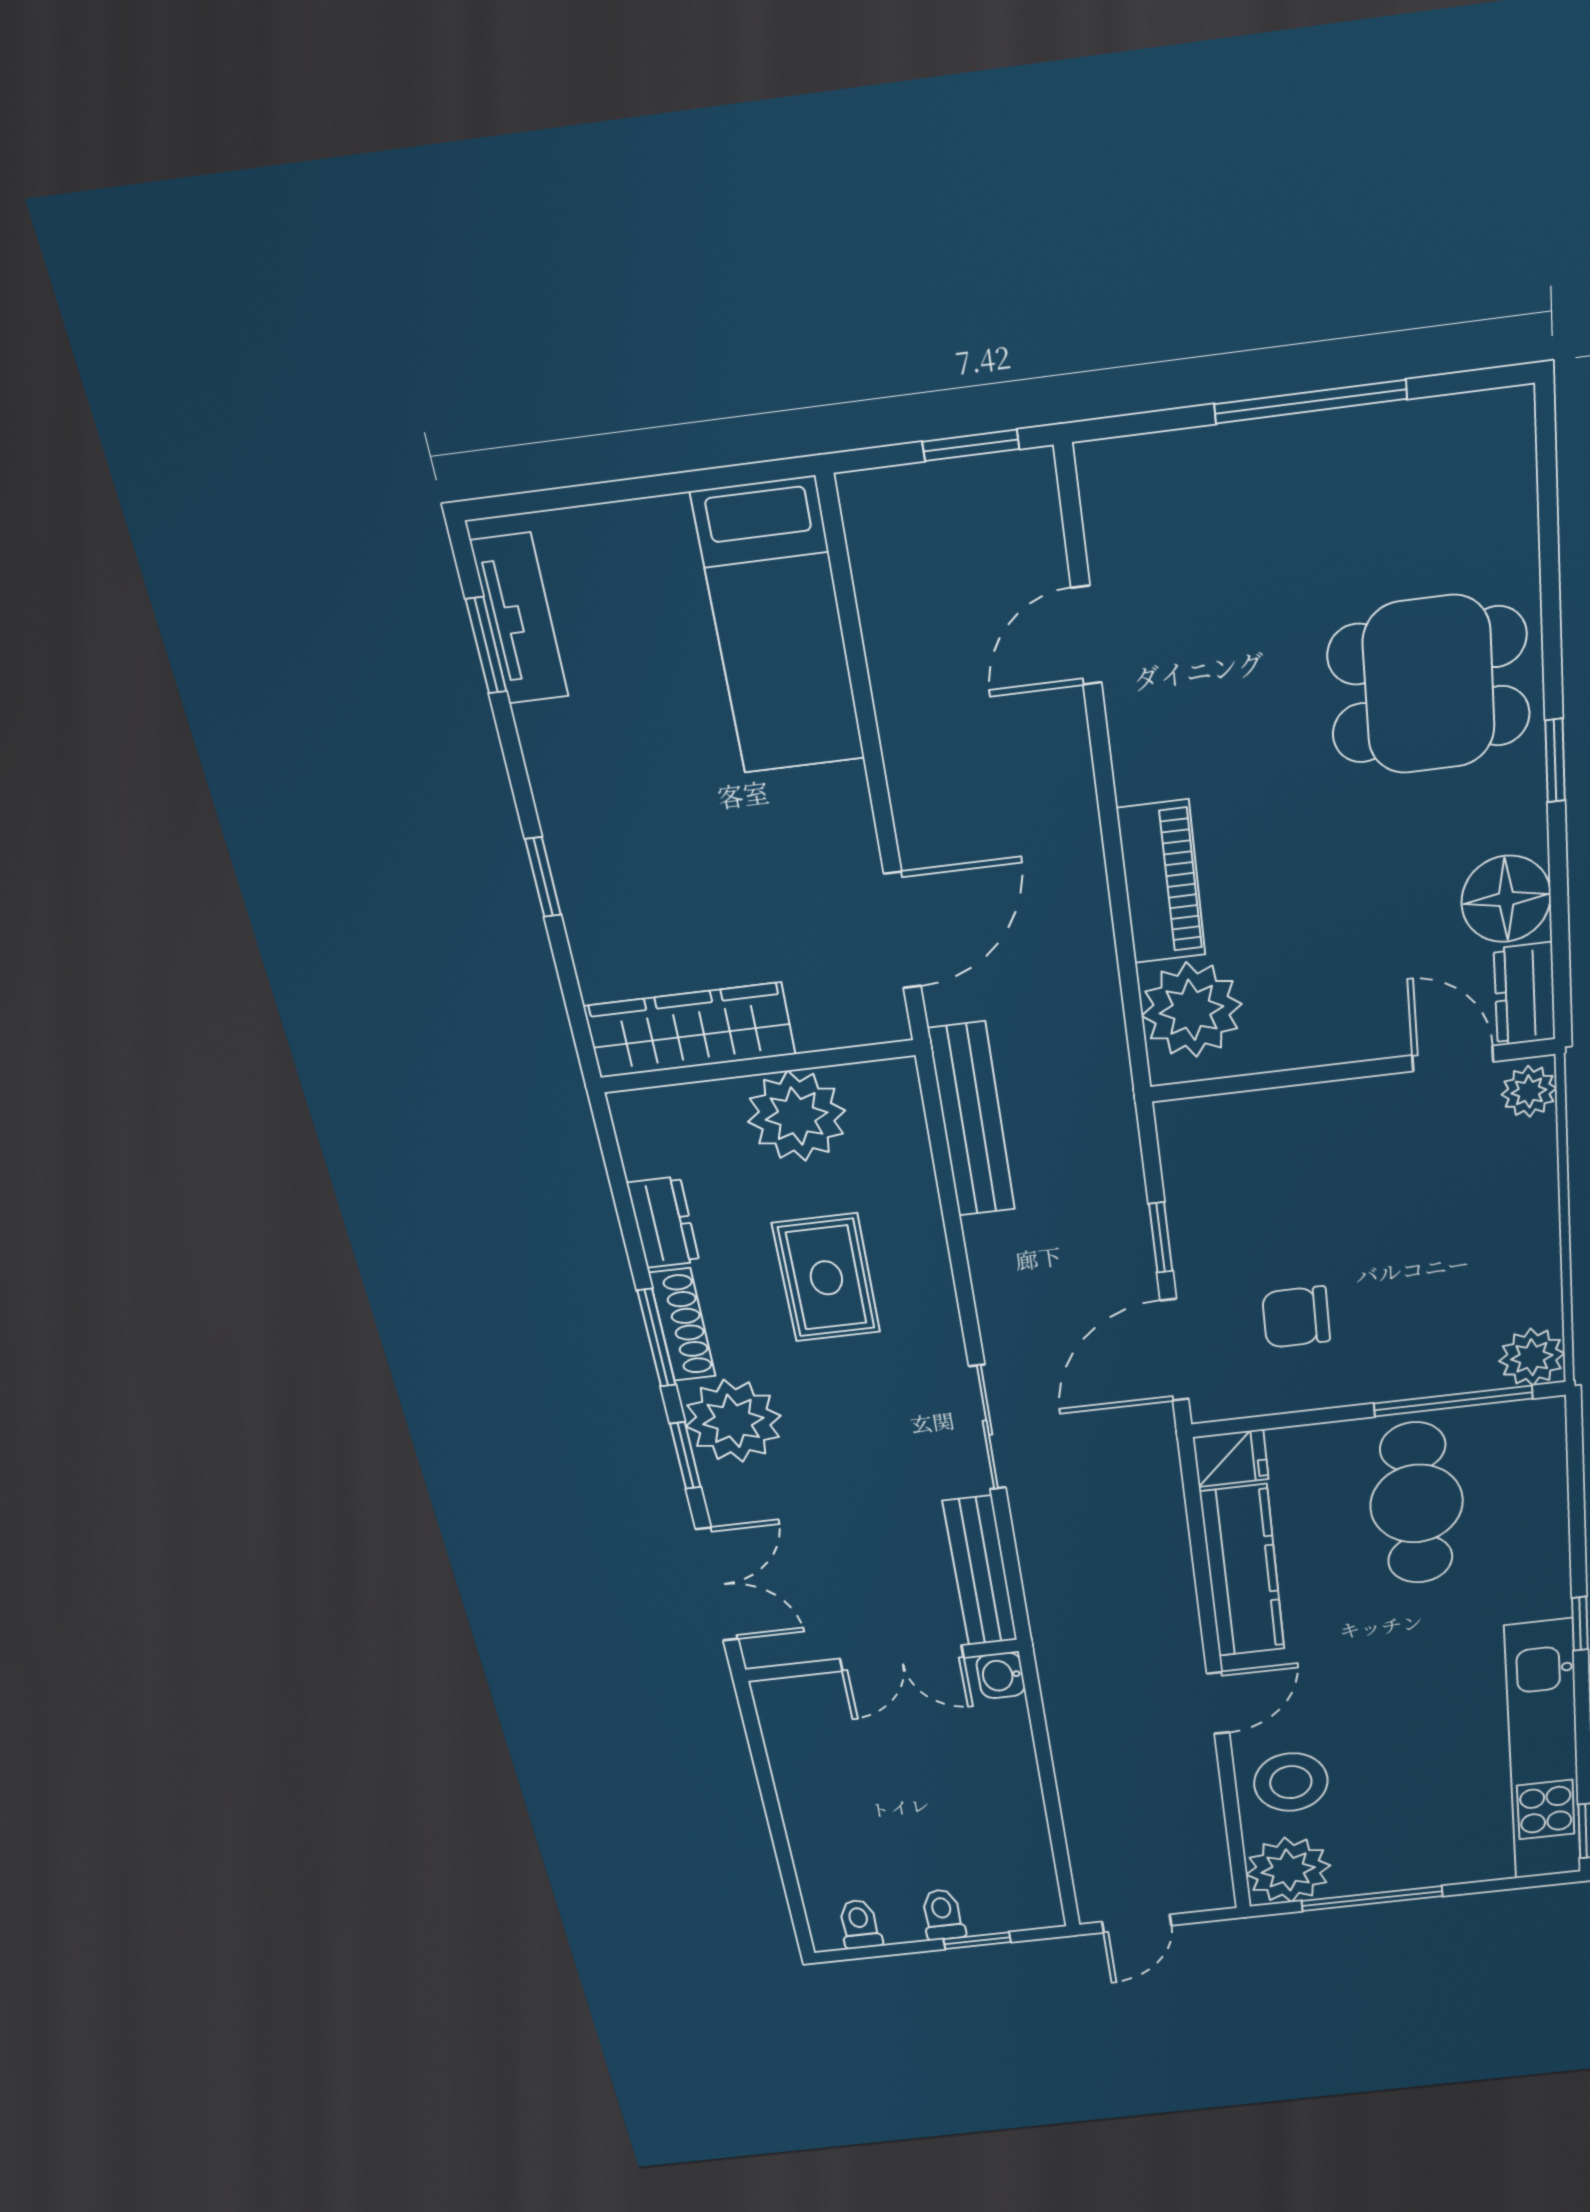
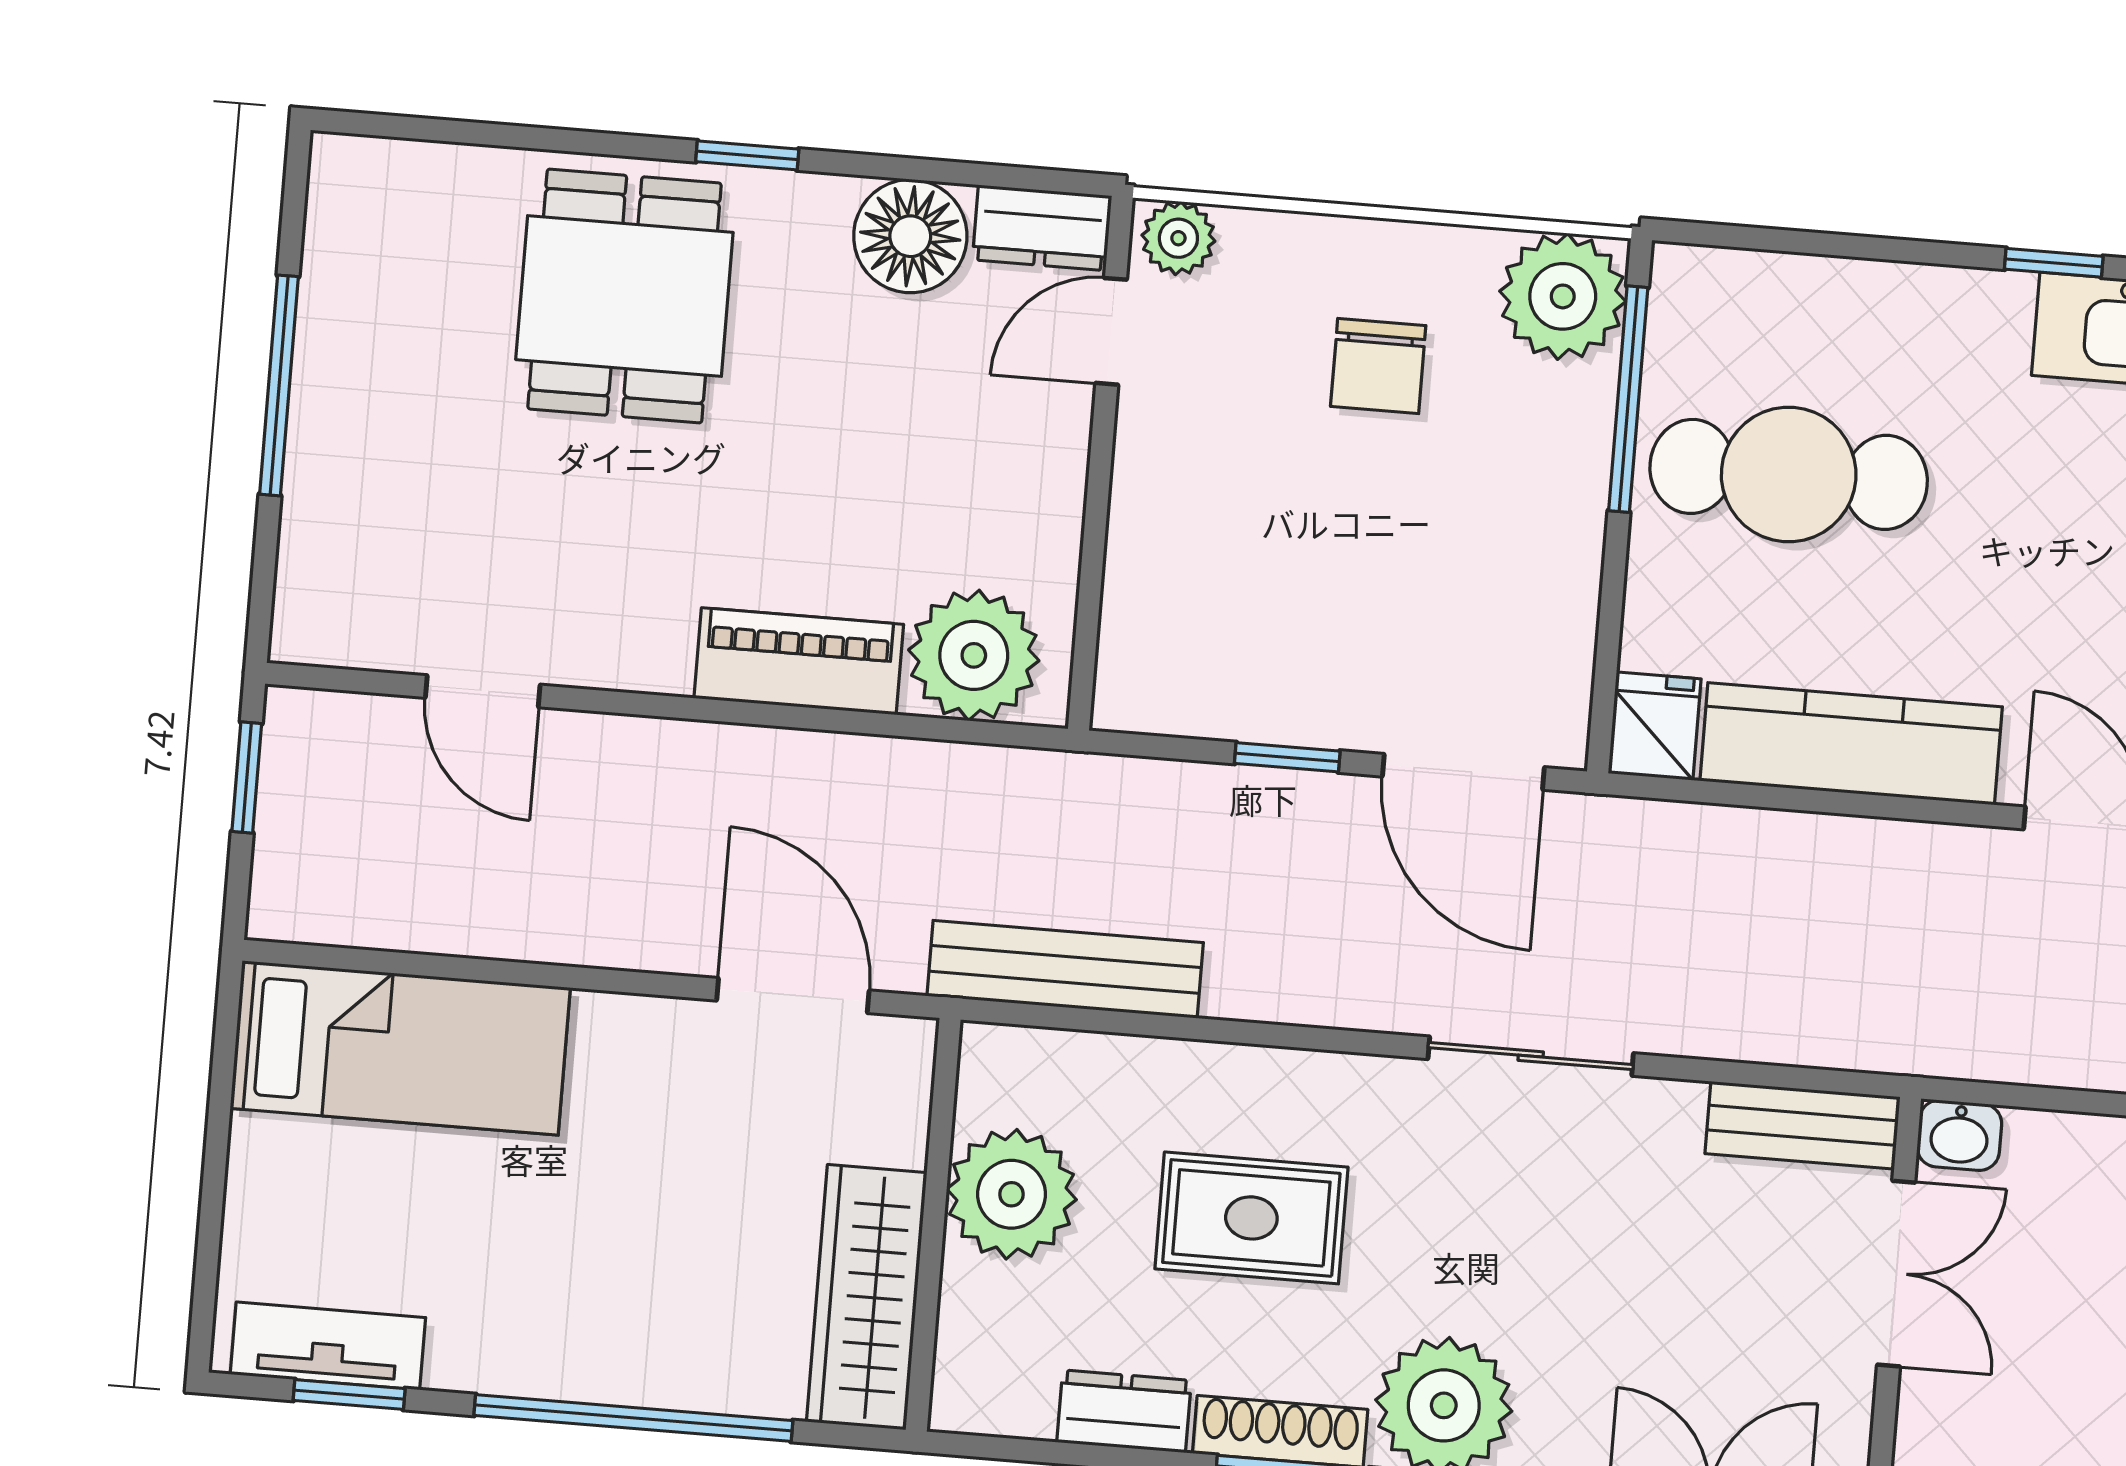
window: (543, 877) -> (633, 1418), width x3.17
chair: (1296, 1317) -> (1378, 366), moved
plant: (1532, 1357) -> (1563, 296), width x1.36, depth x1.36
bench: (980, 1571) -> (1803, 1125), width x0.73

